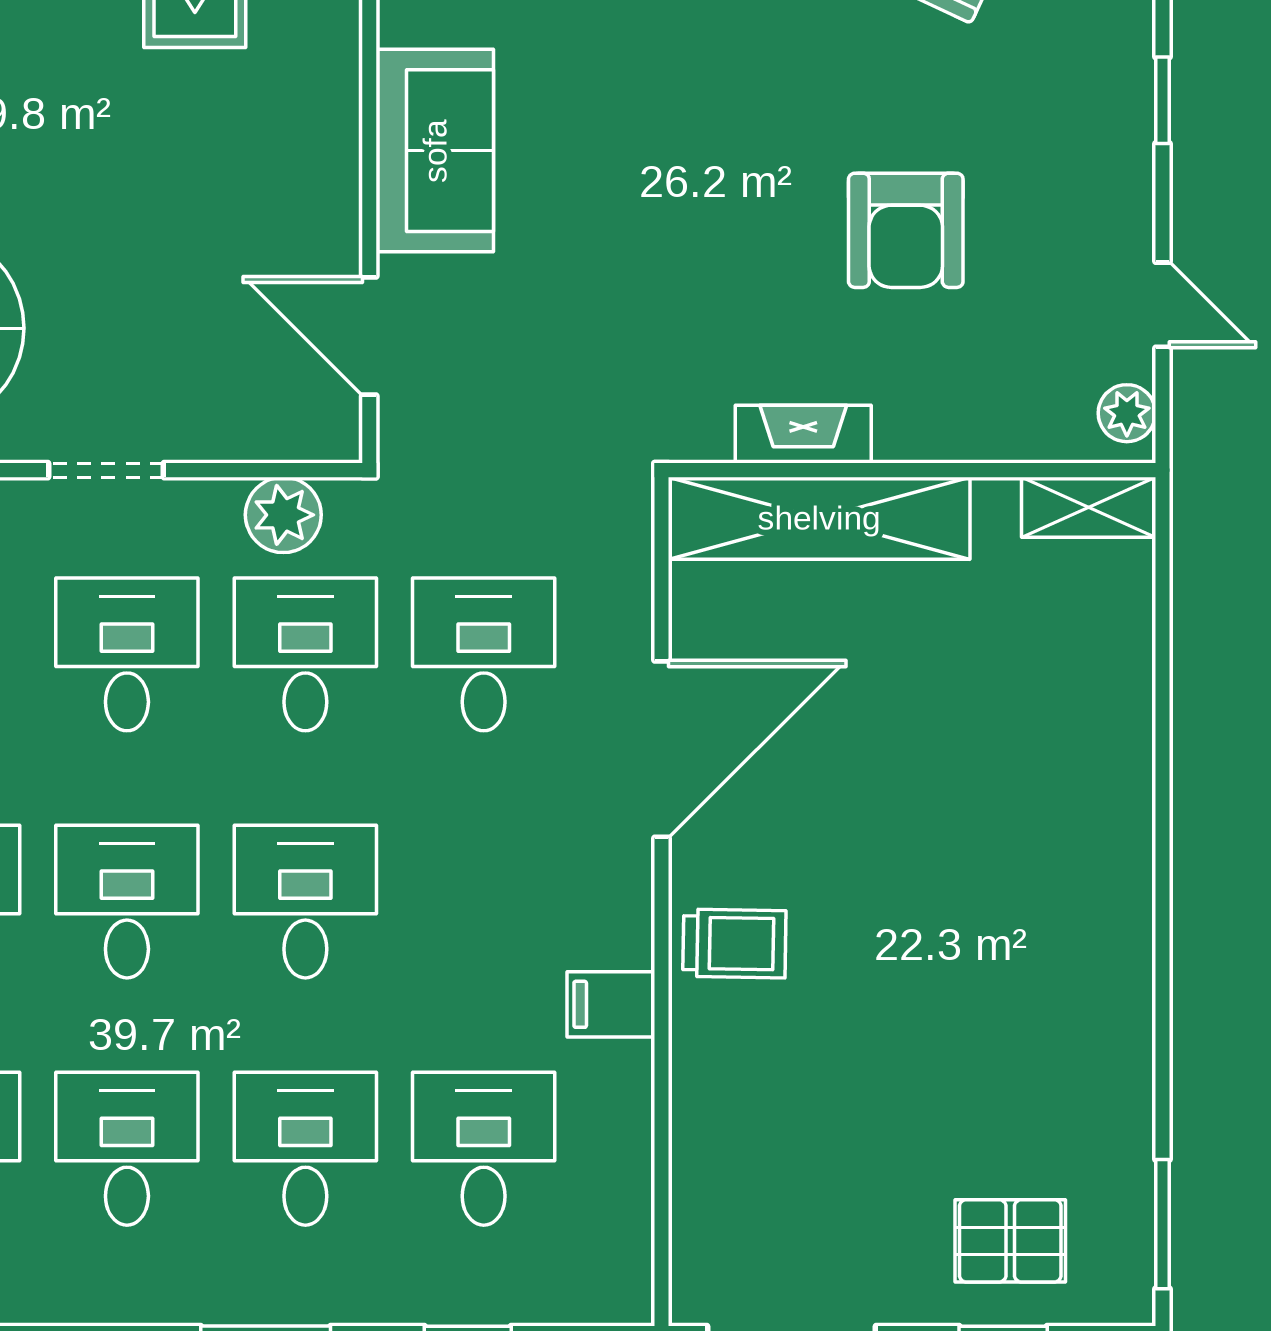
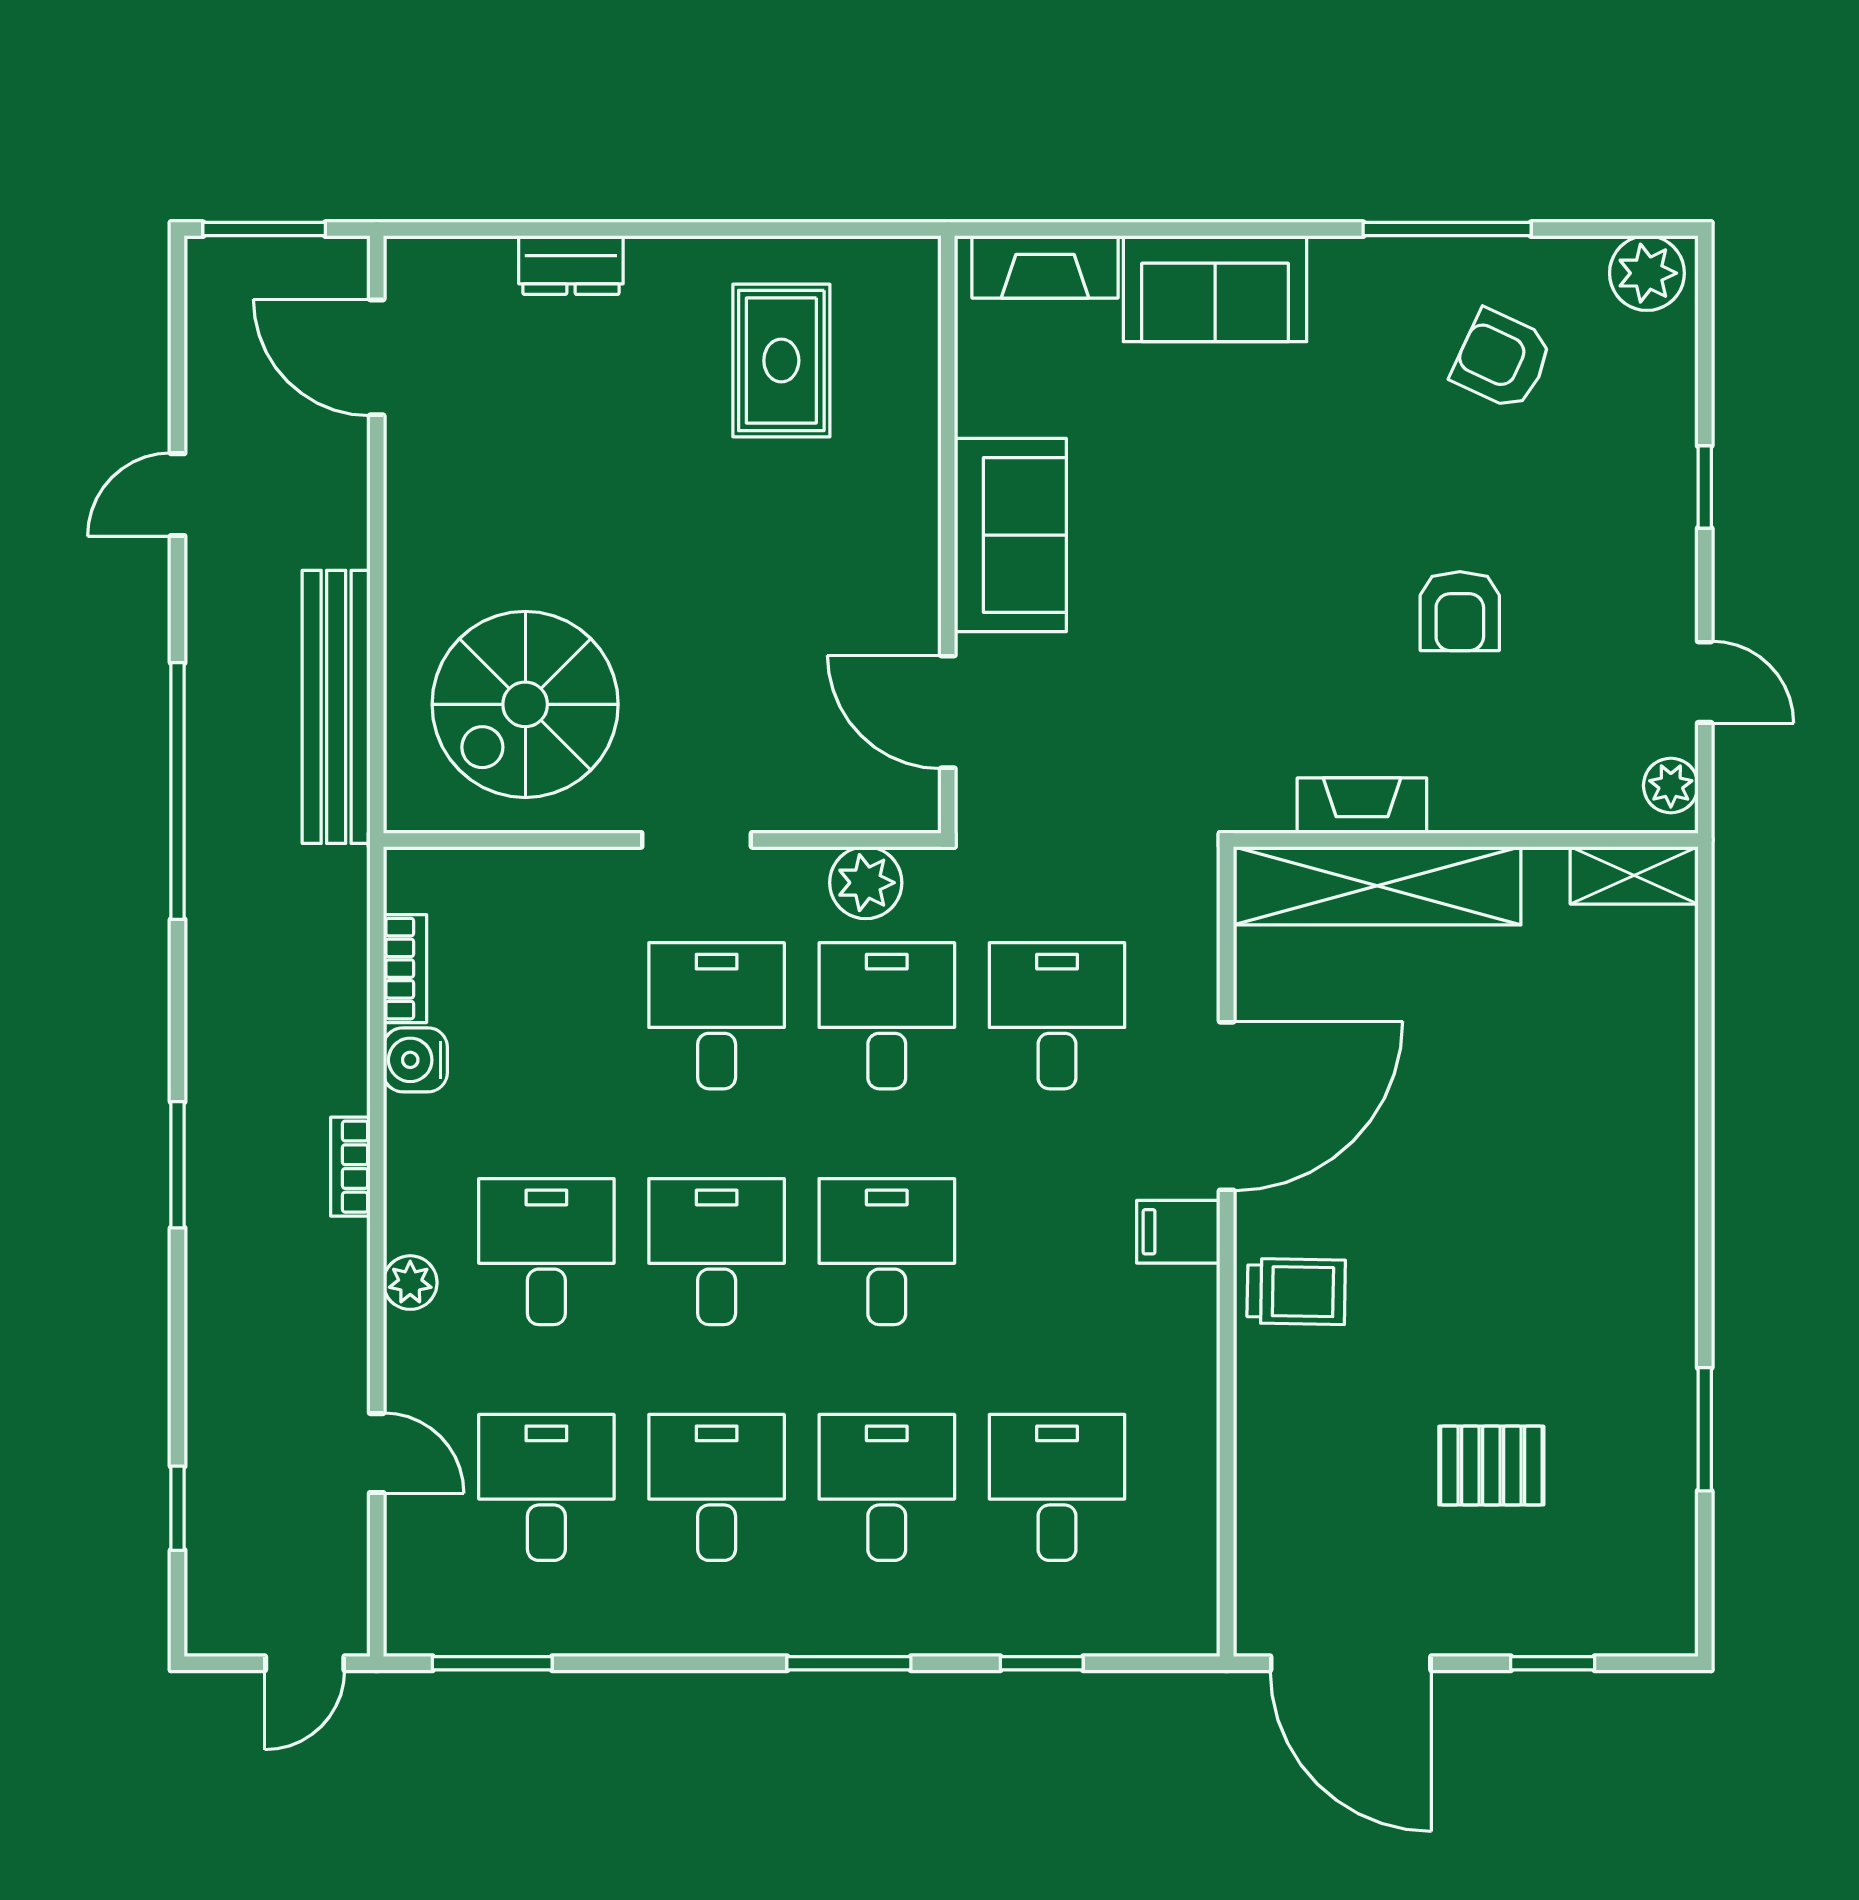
armchair: (906, 230) -> (1460, 611), width x0.72, depth x0.72
filing cabinet: (611, 1004) -> (1178, 1232), moved
window: (1162, 1224) -> (1705, 1429), moved
pallet: (1010, 1241) -> (1491, 1466), moved

